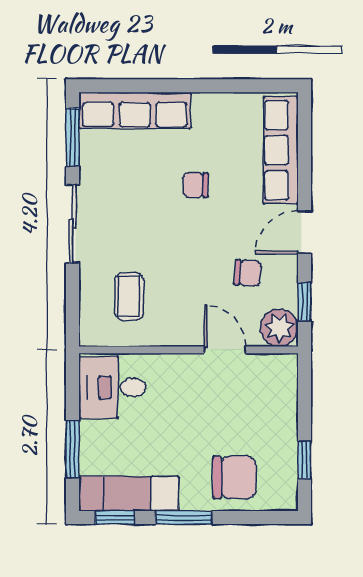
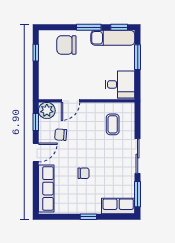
window: (185, 86) -> (88, 217), added
row of seats: (135, 110) -> (118, 206), width x0.68
door: (225, 350) -> (71, 101), hinge flipped

